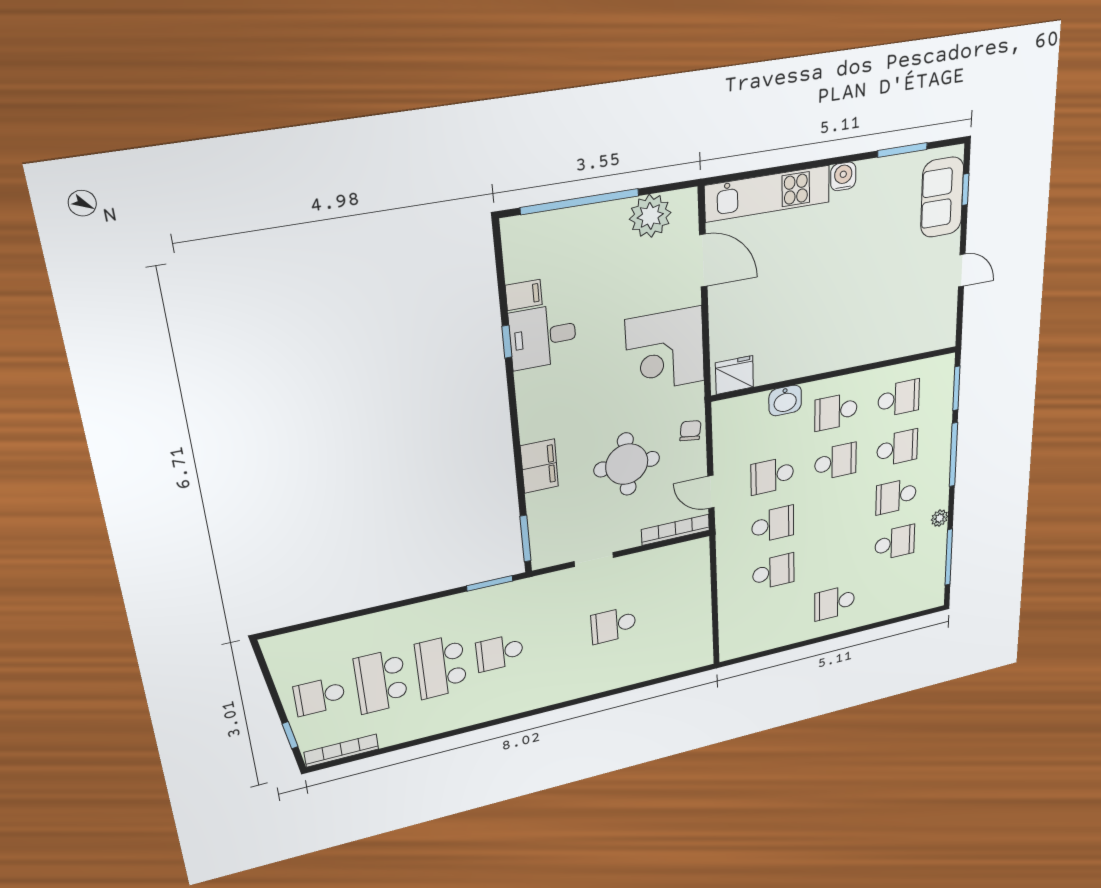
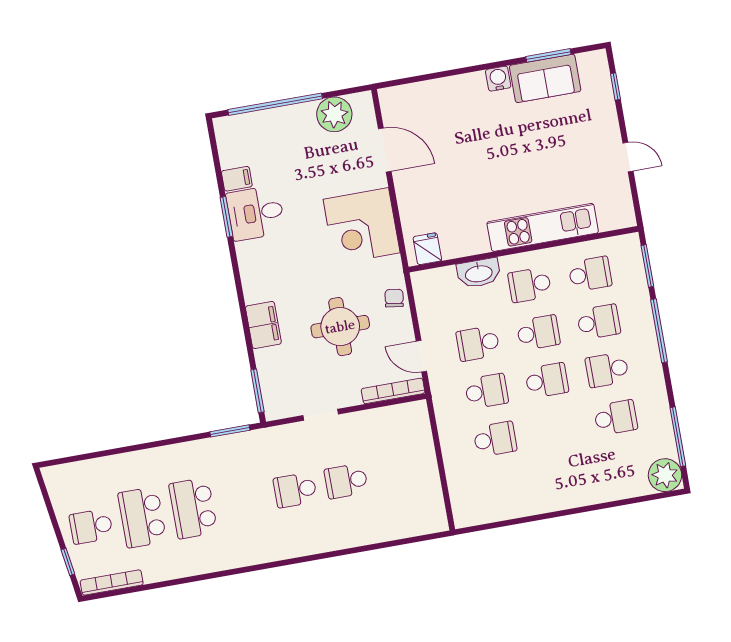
kitchen unit: (767, 194) -> (543, 227), moved, turned 180
sofa: (942, 197) -> (545, 78), moved, turned -90
window: (507, 342) -> (226, 217), width x1.50
fridge: (734, 375) -> (427, 249), width x0.72
washbasin: (785, 400) -> (479, 273), width x1.38
plant: (940, 518) -> (665, 475), moved, width x1.87, depth x1.87
school desk: (834, 603) -> (547, 380), moved, turned 180
school desk: (500, 653) -> (295, 490), moved

